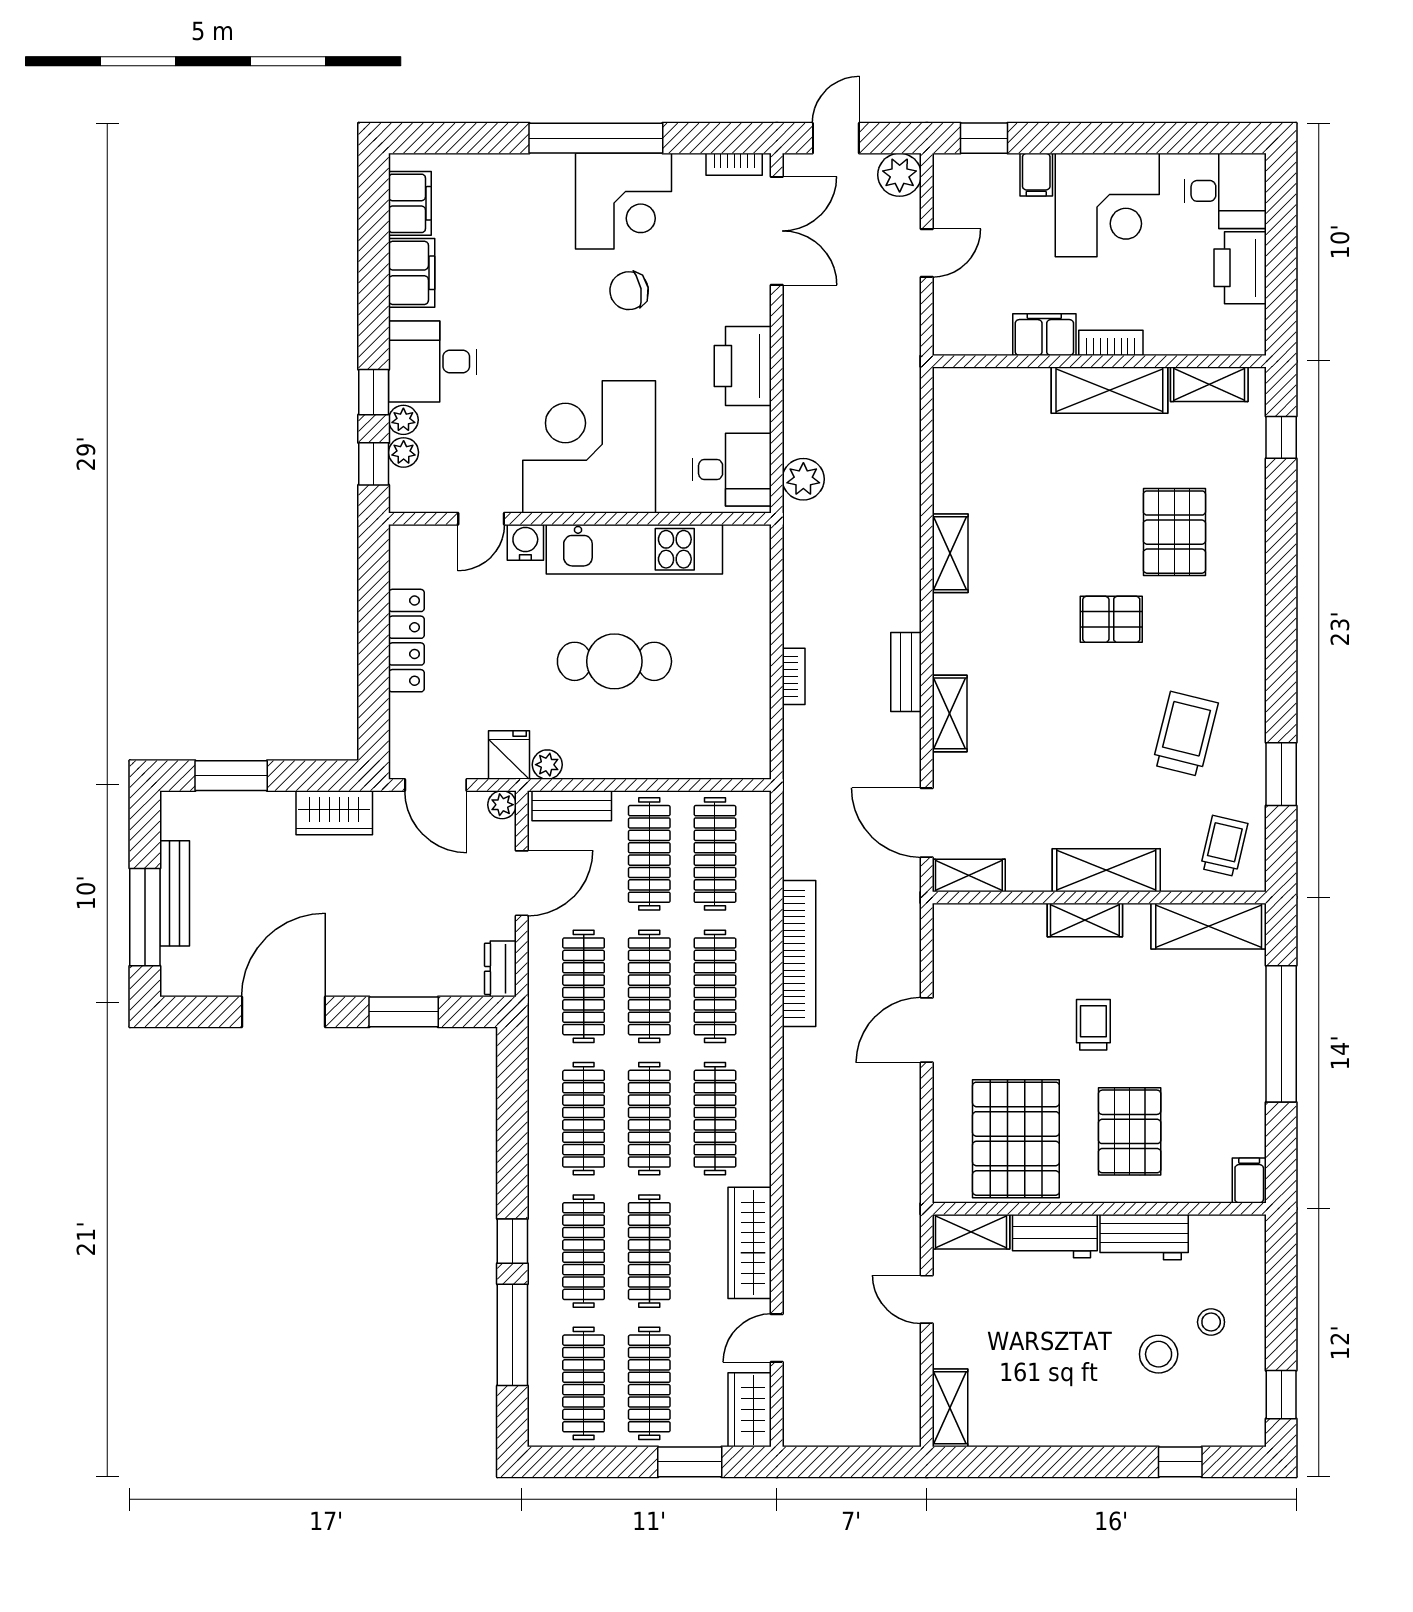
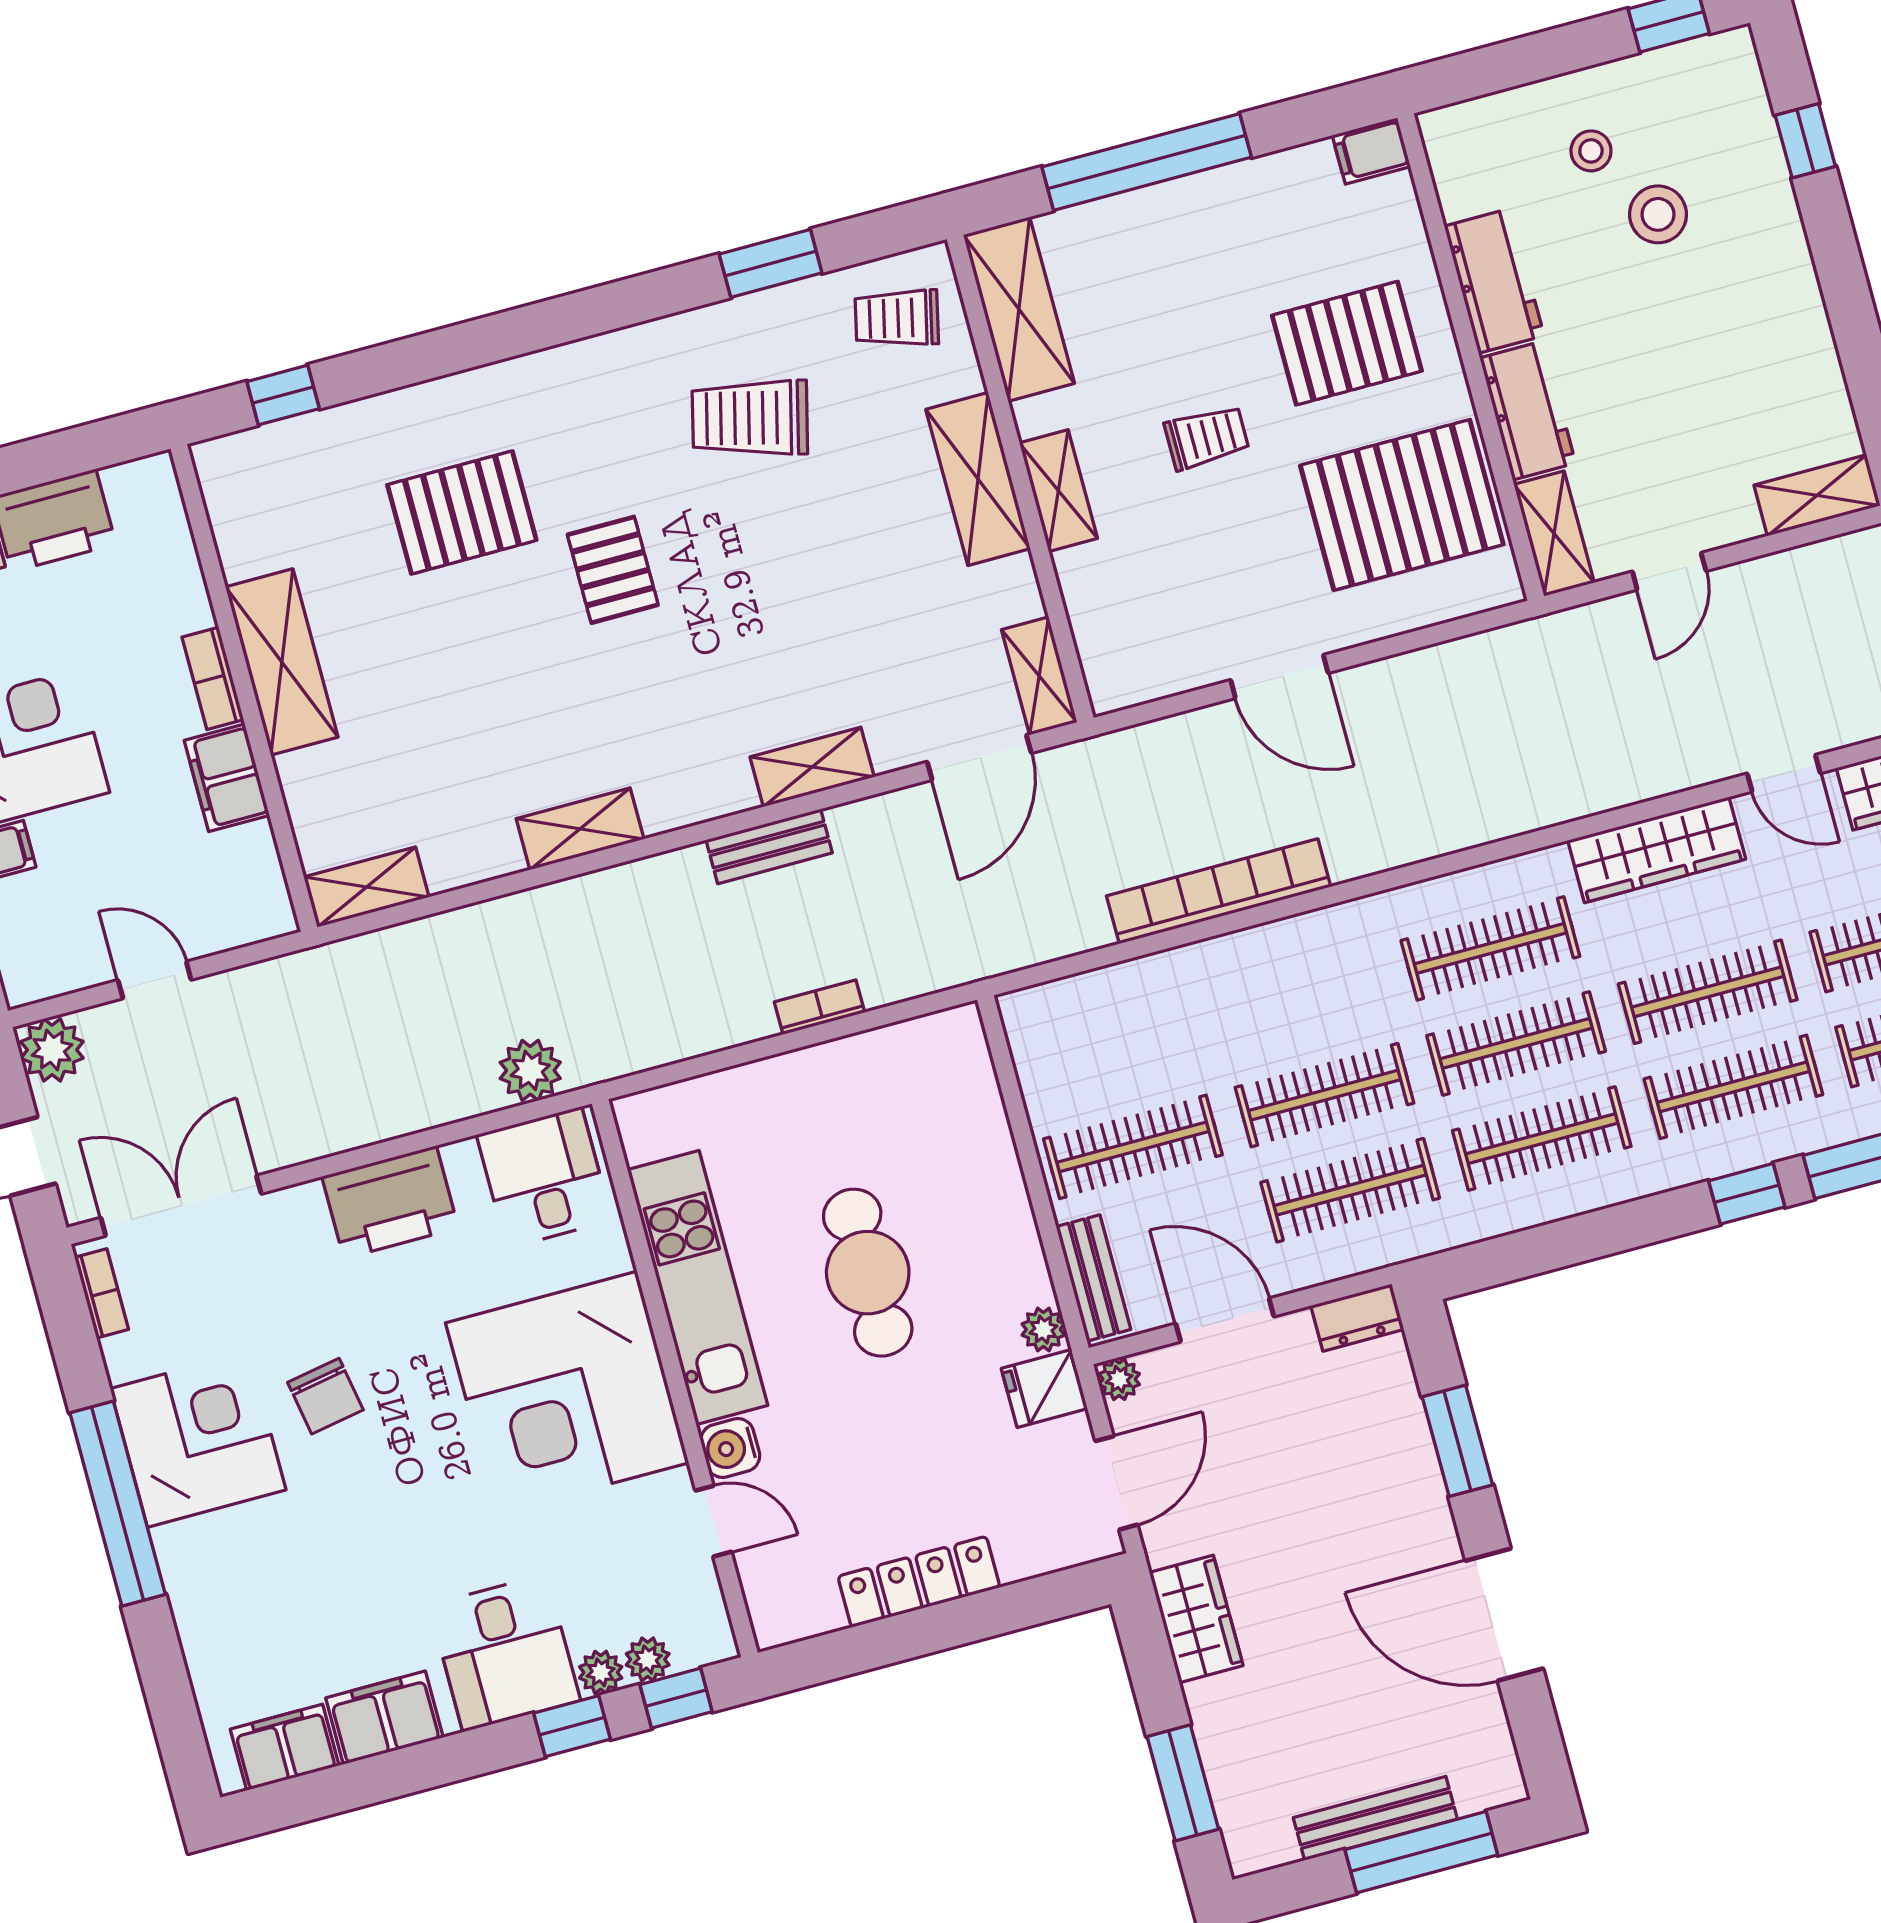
shelving: (1209, 384) -> (366, 887), moved, turned 90
clothes rail: (715, 854) -> (1107, 1052), removed
clothes rail: (715, 986) -> (1299, 1000), removed
trolley: (1093, 1025) -> (1207, 437), turned 180

